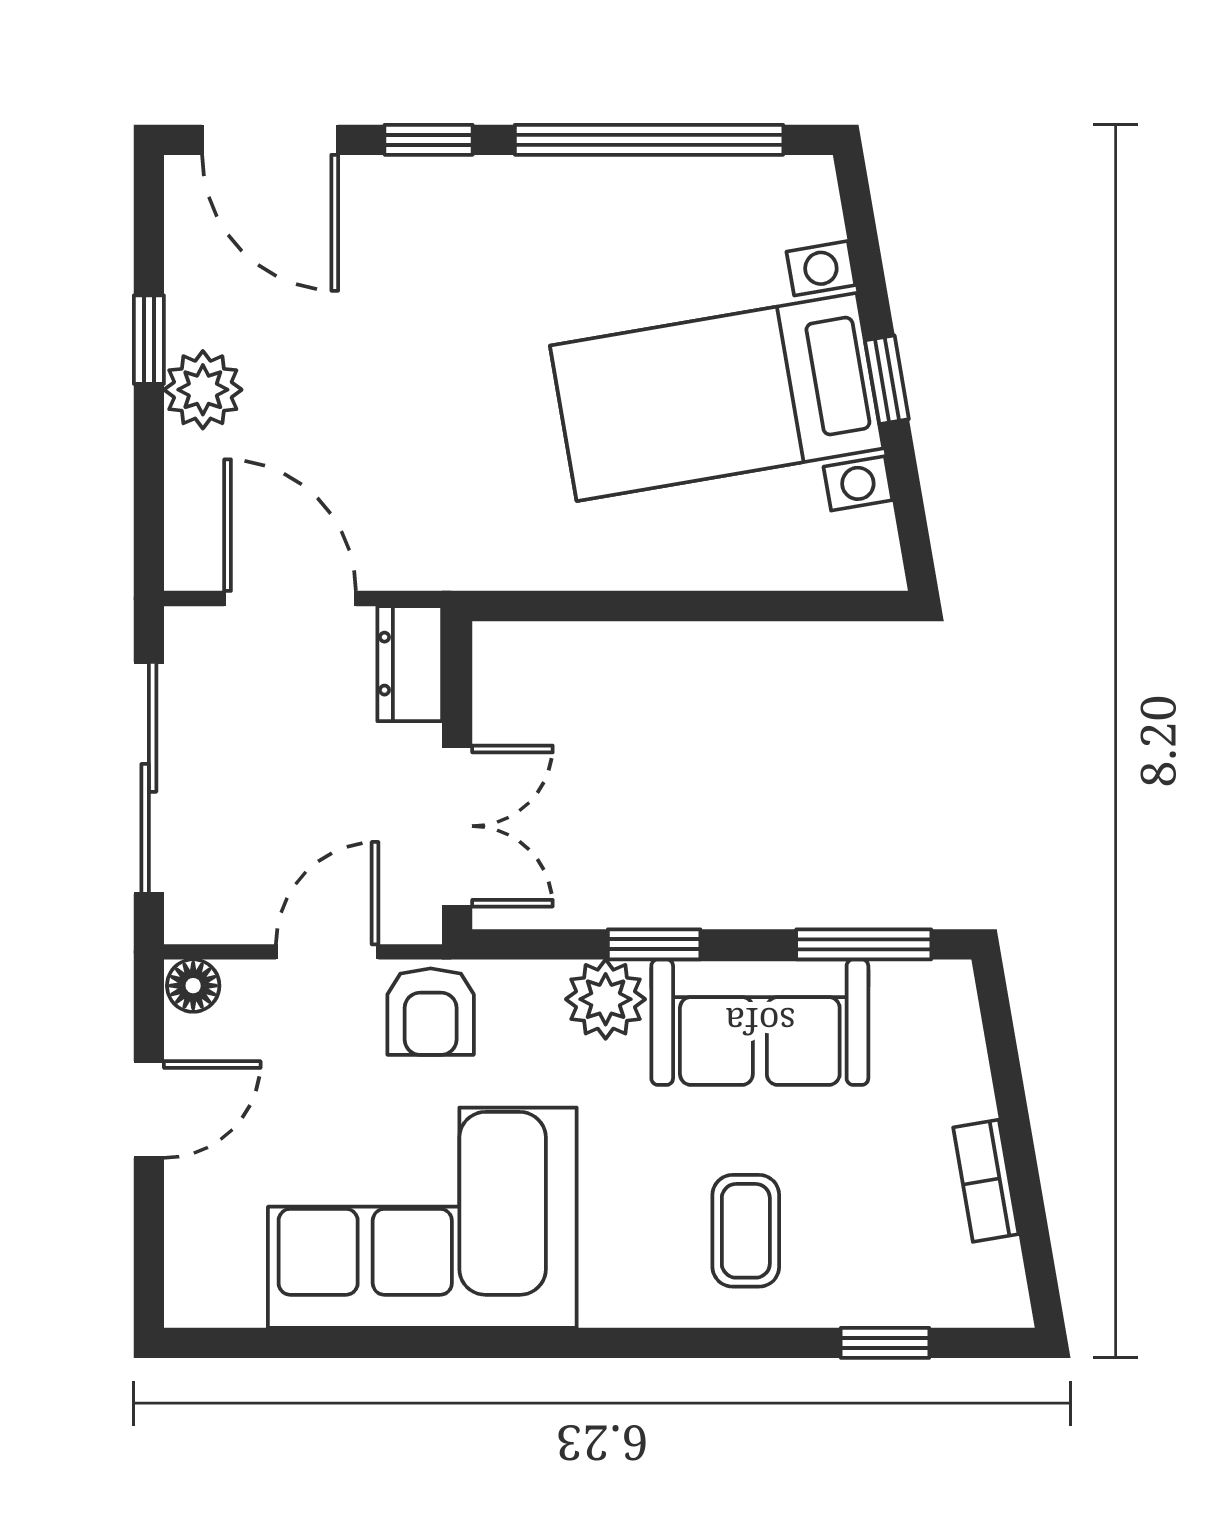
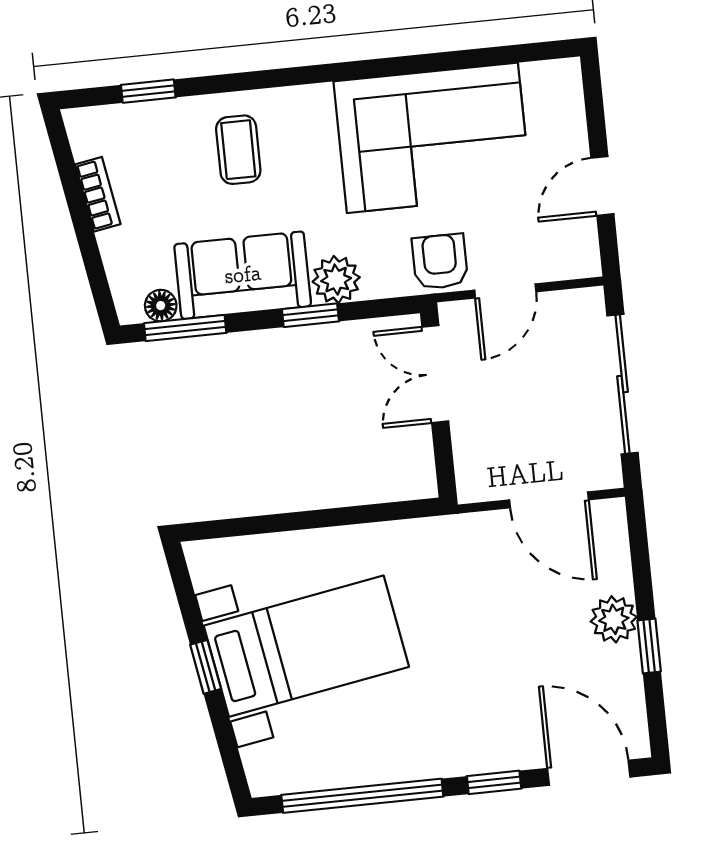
dresser: (410, 664) -> (474, 468), removed
floor lamp: (193, 986) -> (161, 306), moved

